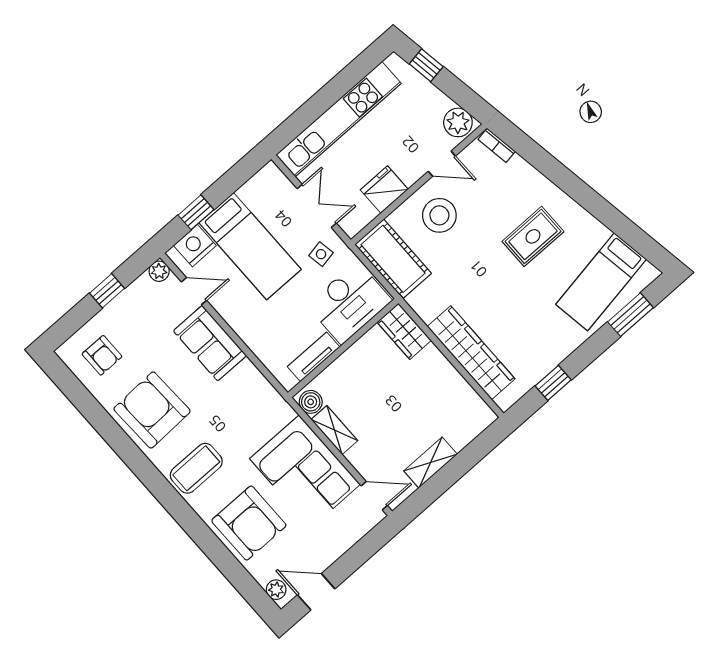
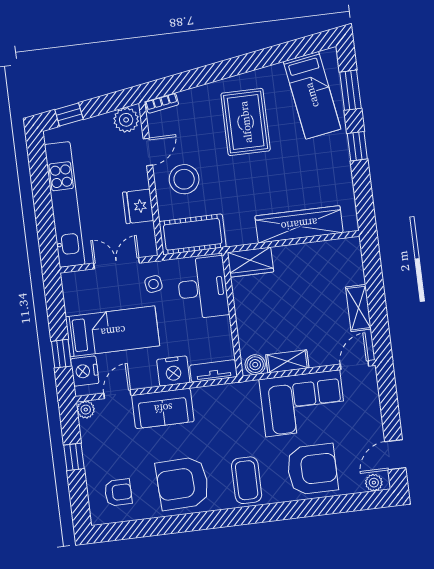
rug: (533, 236) -> (246, 122), width x1.36, depth x1.43
nightstand: (252, 329) -> (173, 371), added
tv unit: (314, 357) -> (213, 371), moved, turned 90
window: (553, 383) -> (357, 146), moved

